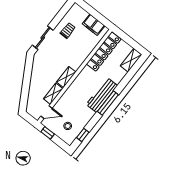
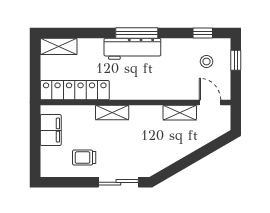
shelving: (66, 77) -> (112, 113), moved
window: (48, 133) -> (236, 60), moved

